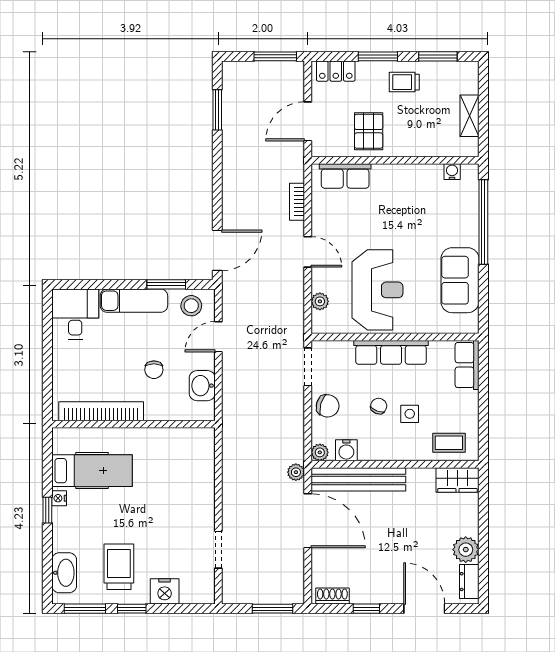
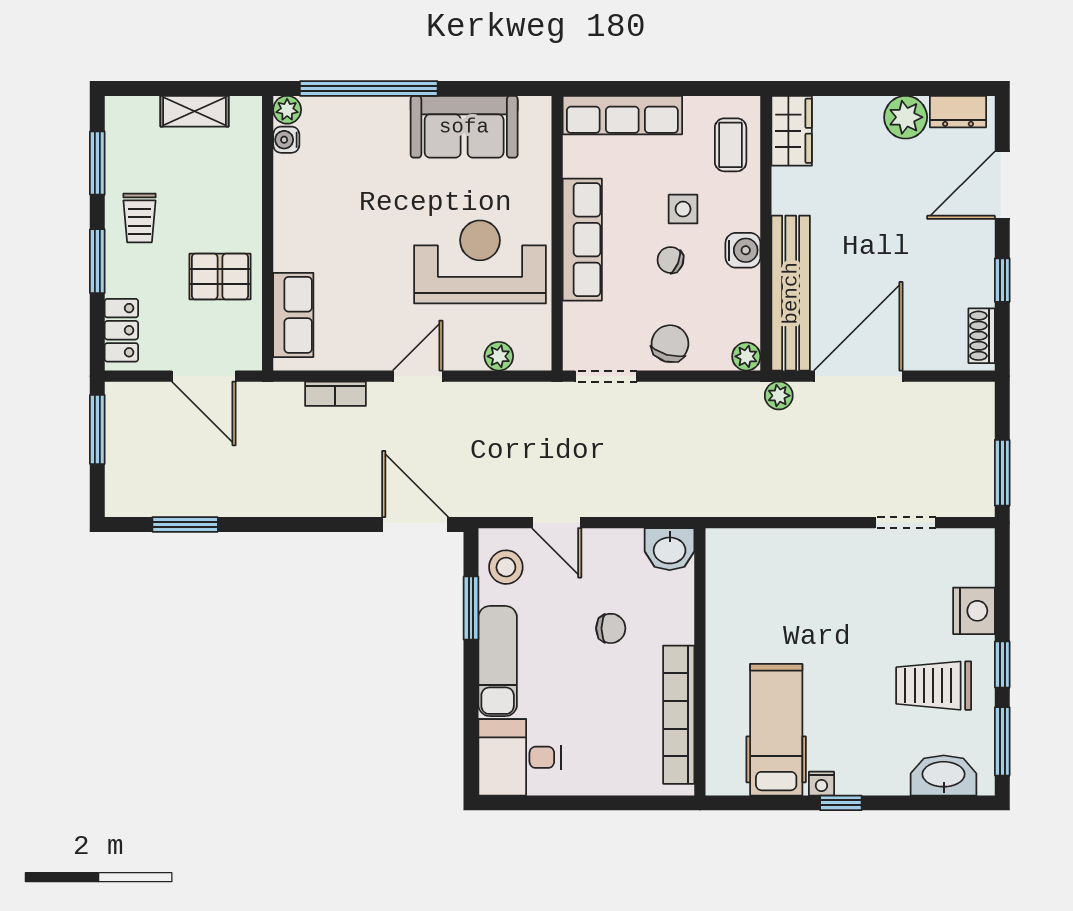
plant: (470, 172) -> (287, 110), added
row of seats: (467, 365) -> (622, 115), width x1.48
washbasin: (202, 386) -> (670, 549), moved
water cooler: (346, 450) -> (743, 250), moved
window: (272, 609) -> (1002, 473), moved

